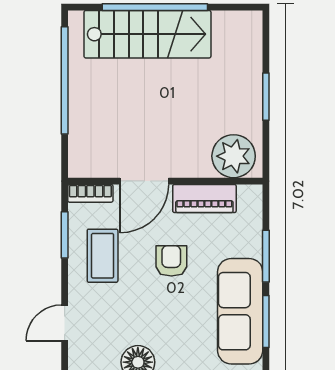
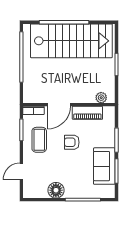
stairs: (147, 34) -> (71, 41), width x1.36, depth x1.51
plant: (234, 156) -> (101, 98), width x0.53, depth x0.53
armchair: (171, 261) -> (72, 142), turned -90
sofa: (240, 311) -> (104, 166), width x0.73

